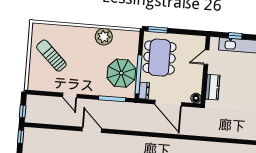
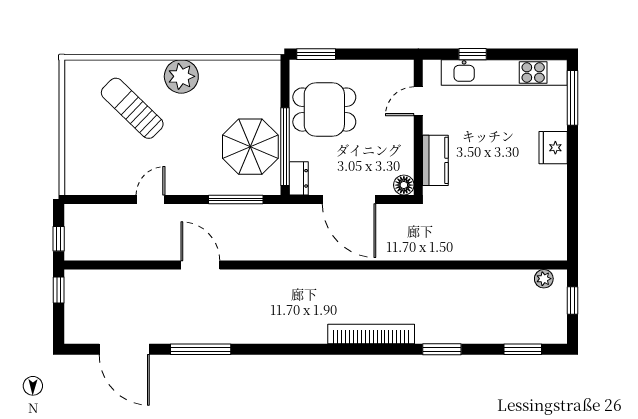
plant: (104, 37) -> (181, 76), moved
sun lounger: (51, 56) -> (132, 108), moved
dining table: (159, 58) -> (324, 110), width x0.73
door: (70, 95) -> (150, 199), swing flipped

